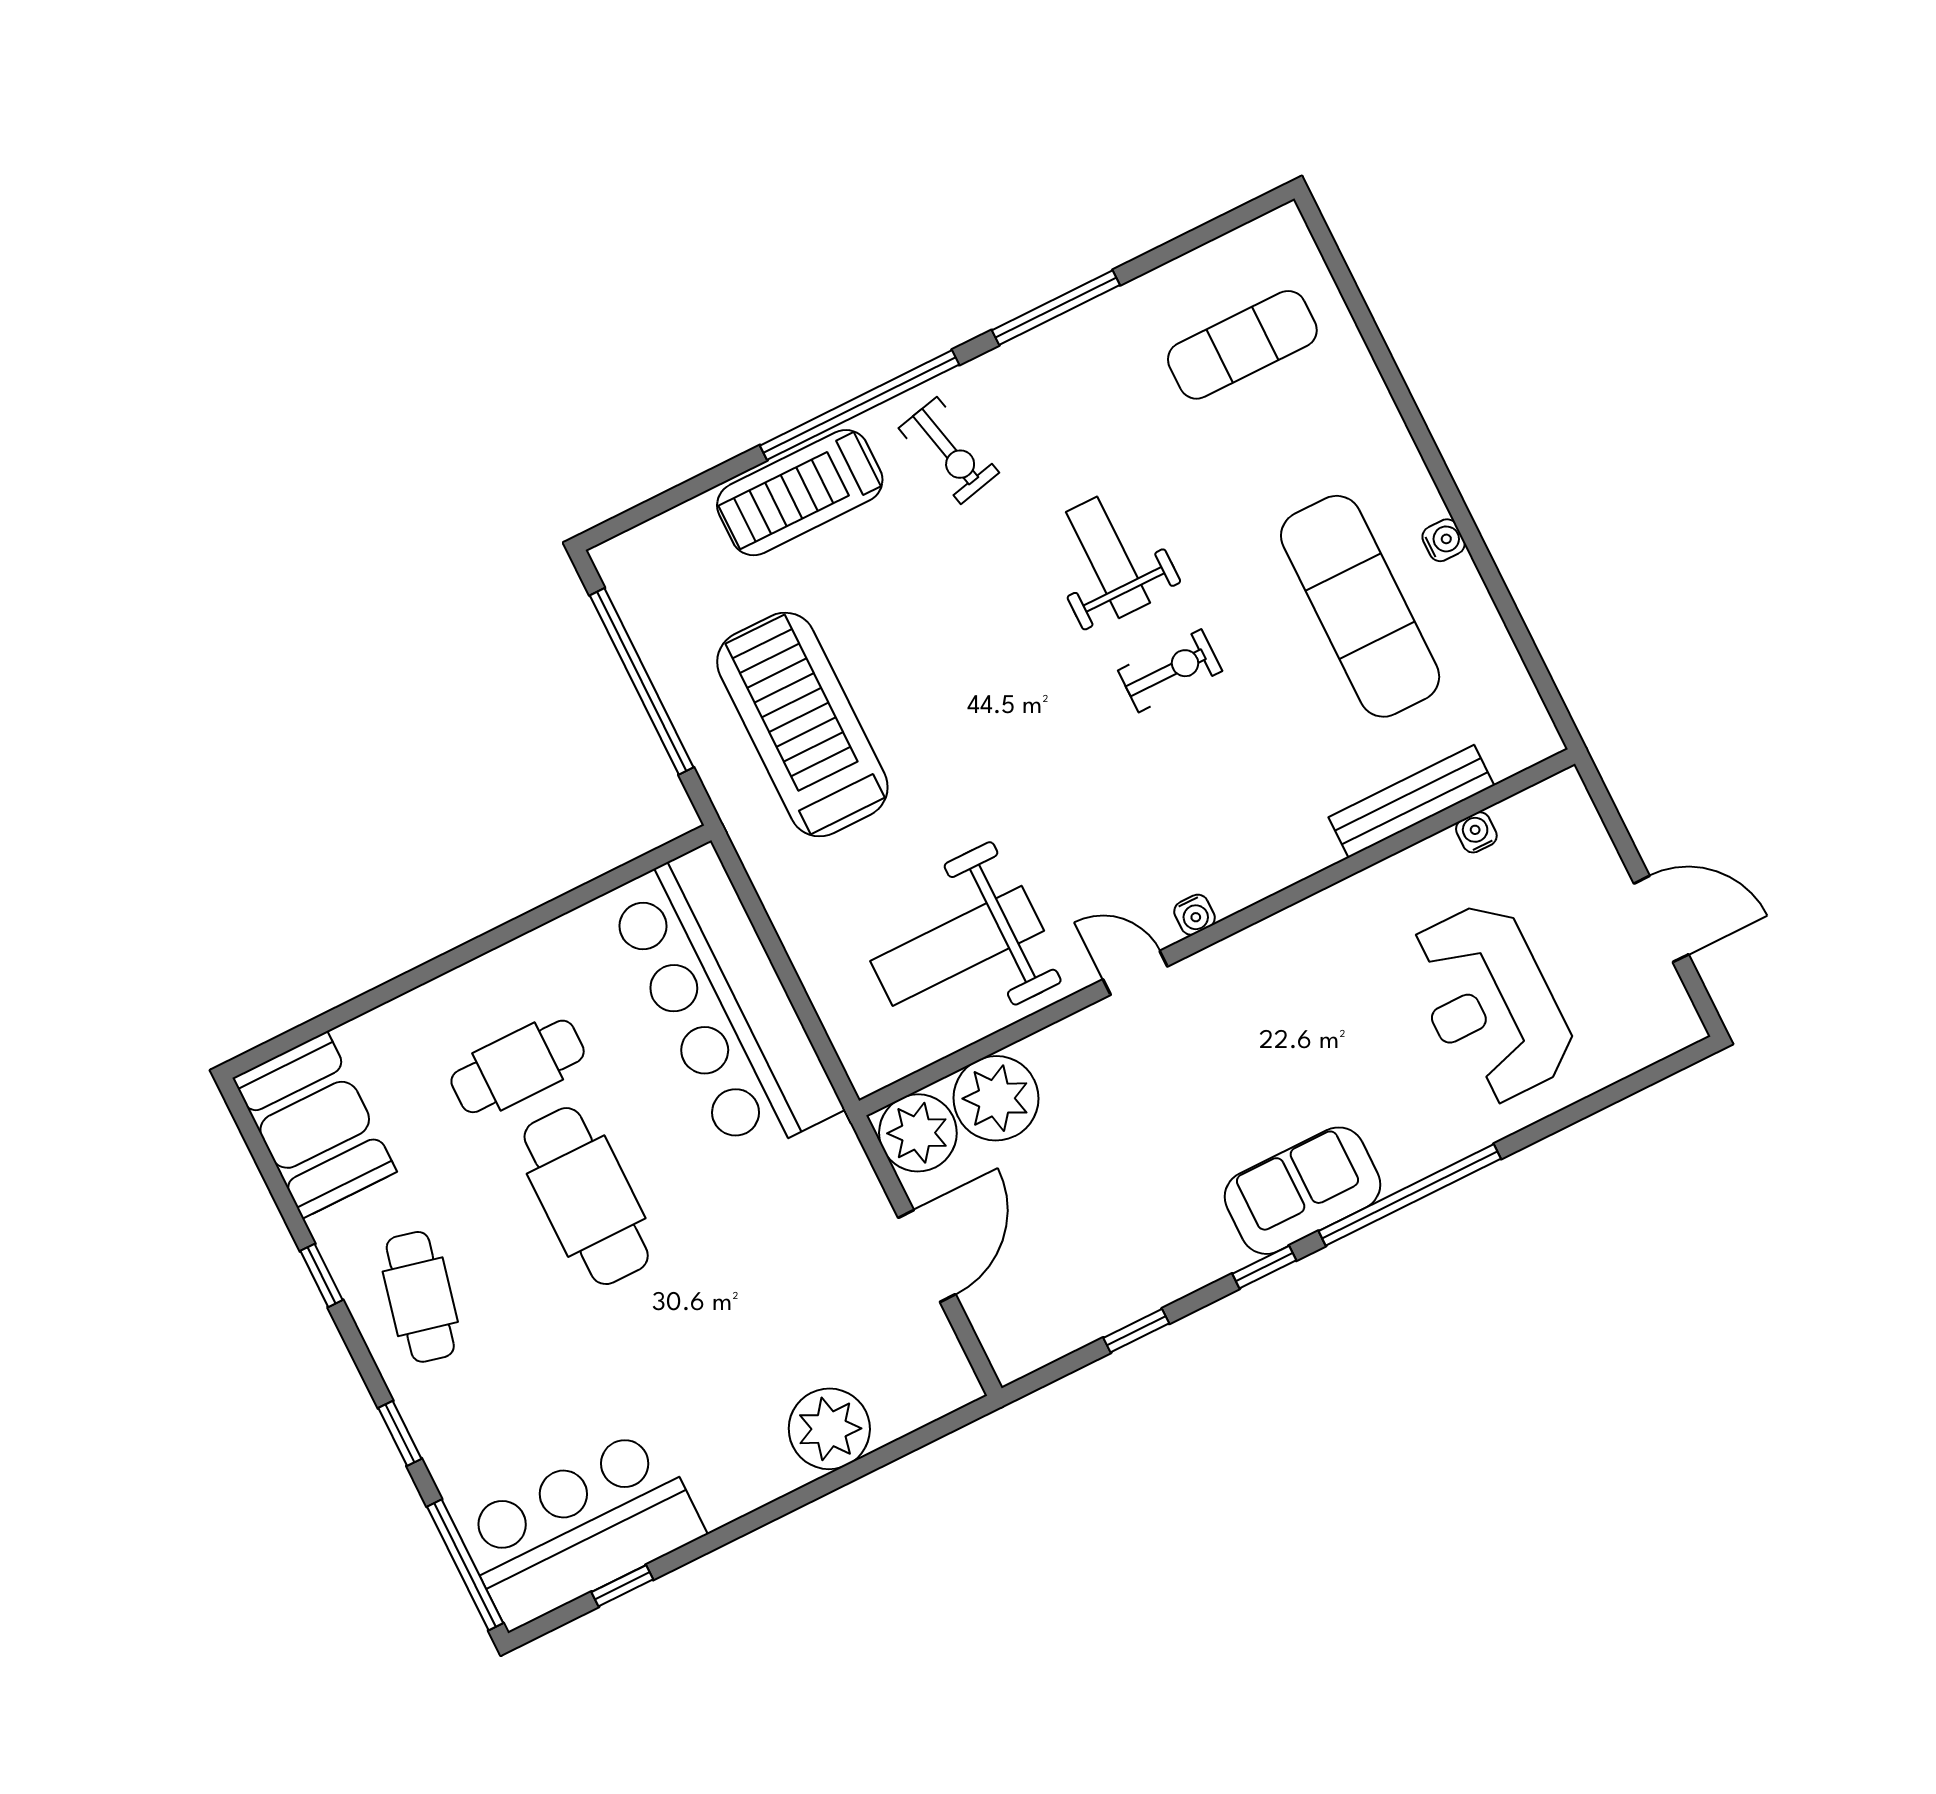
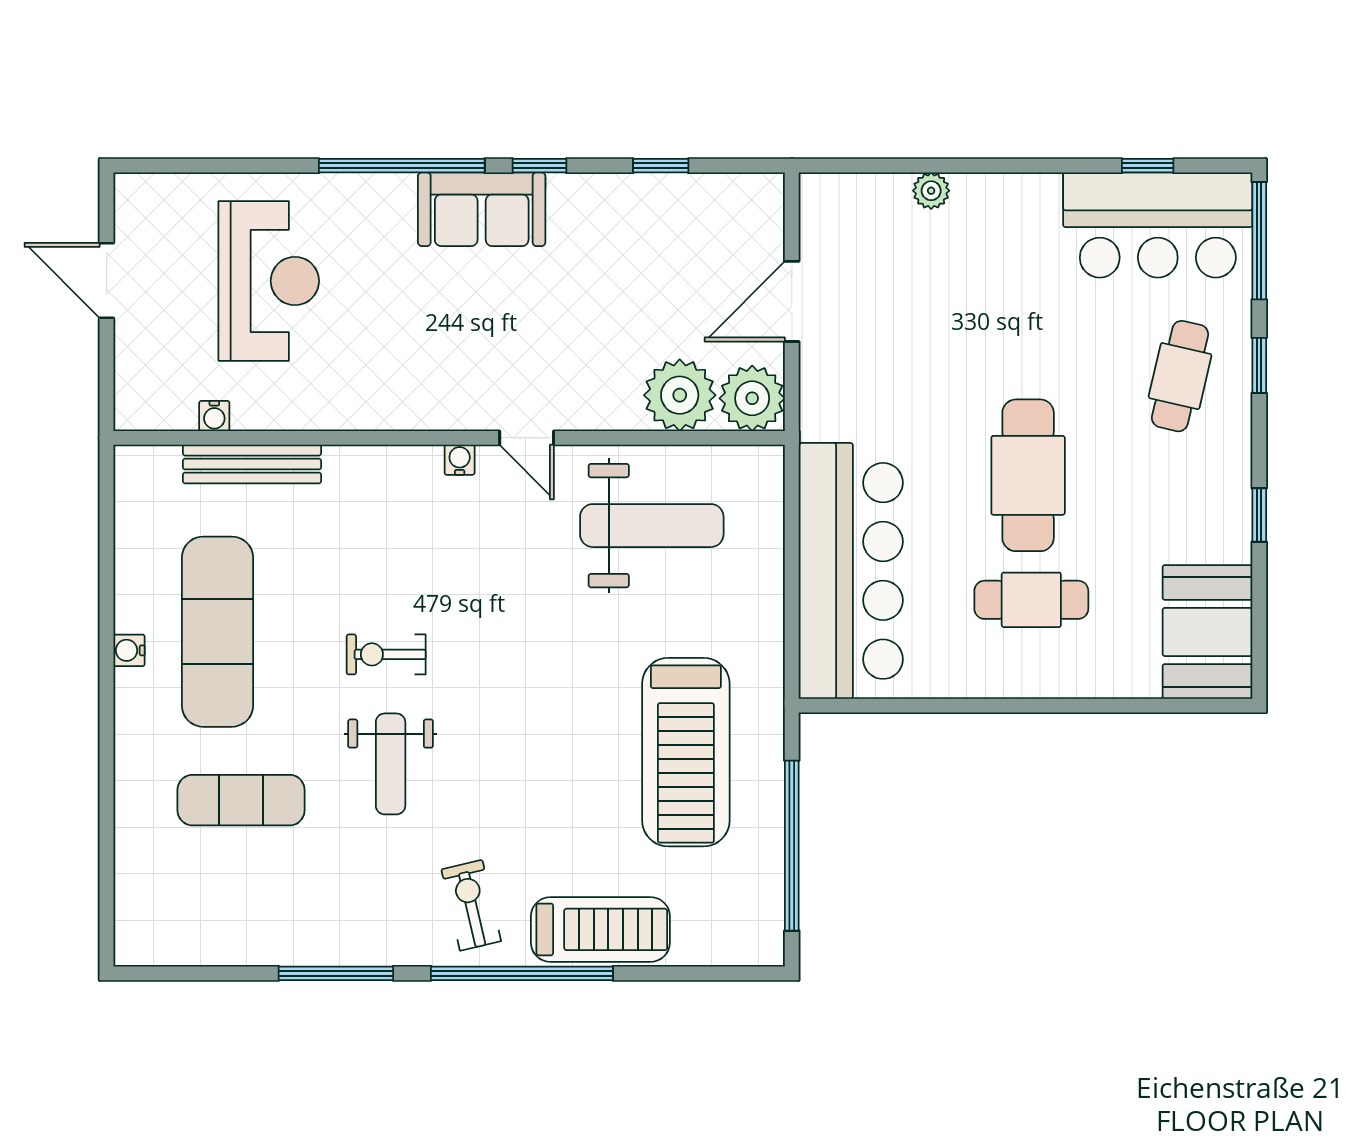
exercise mat: (1242, 345) -> (241, 800), moved
cafe table: (420, 1297) -> (1180, 376), moved
plant: (829, 1429) -> (931, 191), width x0.53, depth x0.53

